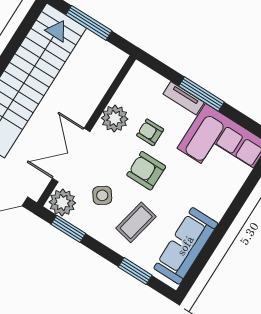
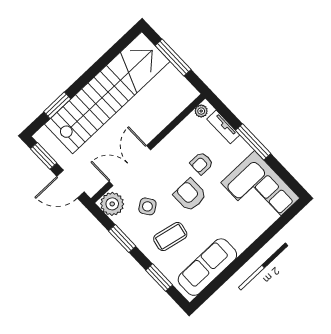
tv unit: (184, 98) -> (223, 127), moved
plant: (115, 118) -> (201, 111), moved, width x0.53, depth x0.53
armchair: (150, 132) -> (201, 163), turned -90
window: (68, 229) -> (122, 239), moved

